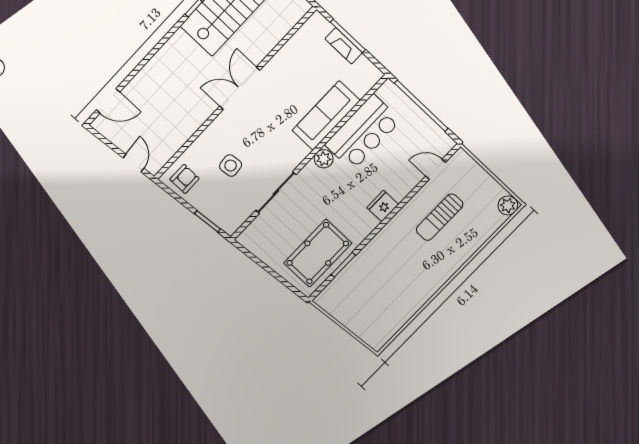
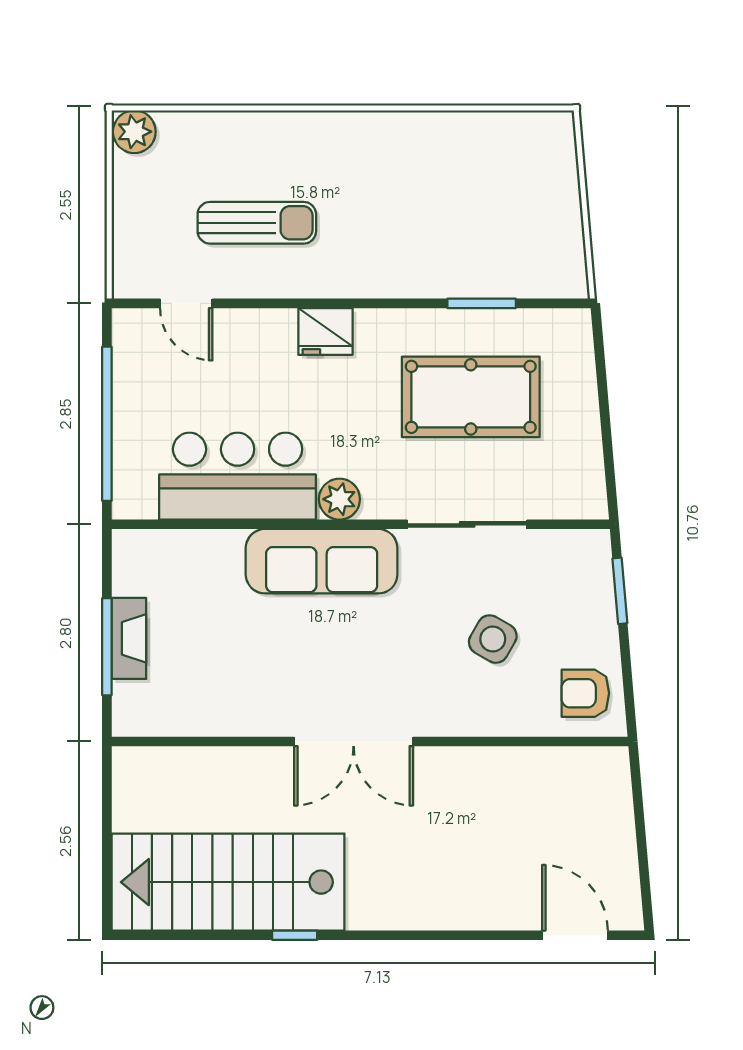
sofa: (326, 115) -> (322, 561), moved
door: (134, 163) -> (638, 800), removed
side table: (231, 166) -> (493, 639), turned 36
pool table: (318, 253) -> (471, 397), moved

